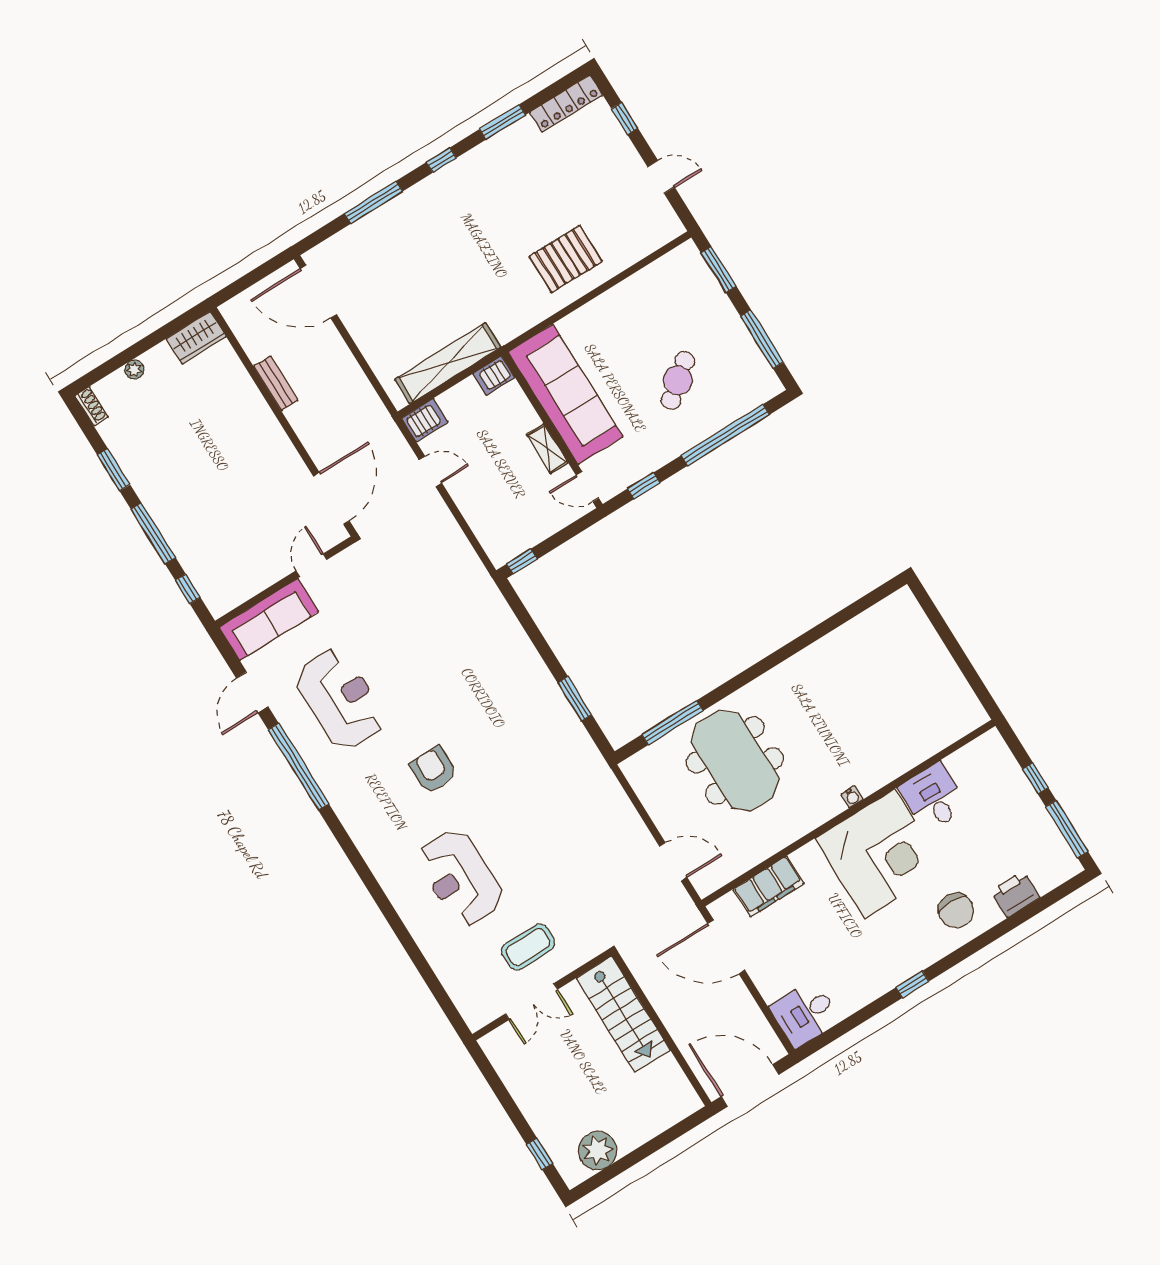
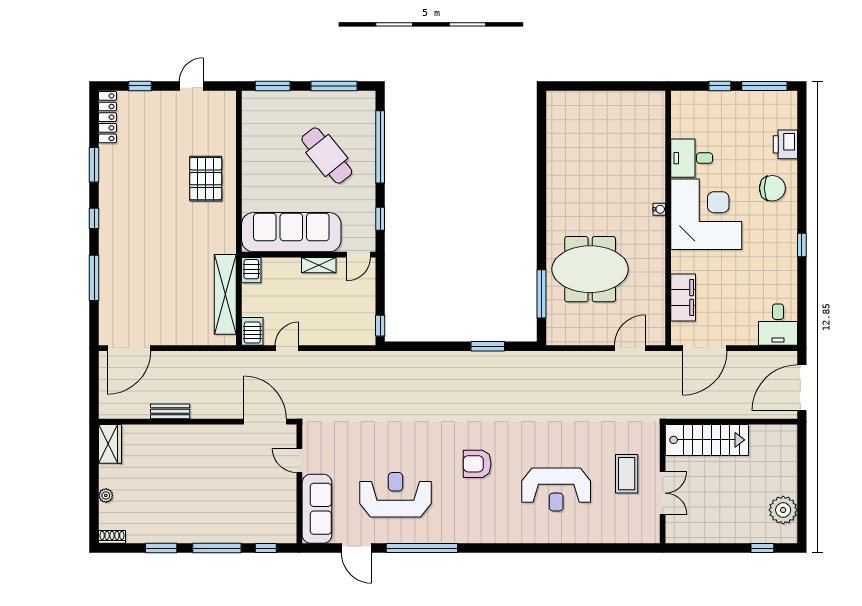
cafe table: (678, 380) -> (327, 155), width x1.37, depth x1.35

